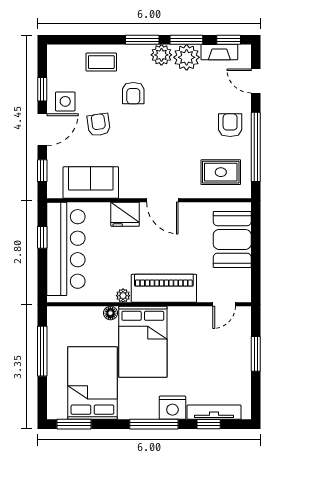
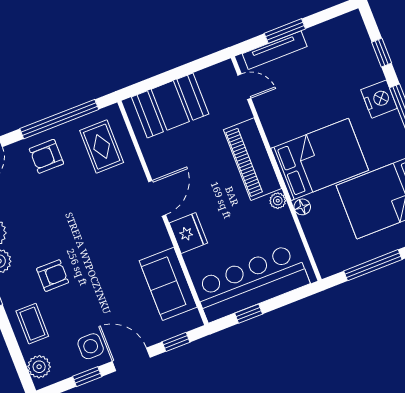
plant: (65, 54) -> (39, 367), added
armchair: (99, 125) -> (102, 300), removed
tv unit: (214, 412) -> (275, 50), moved, turned -90

